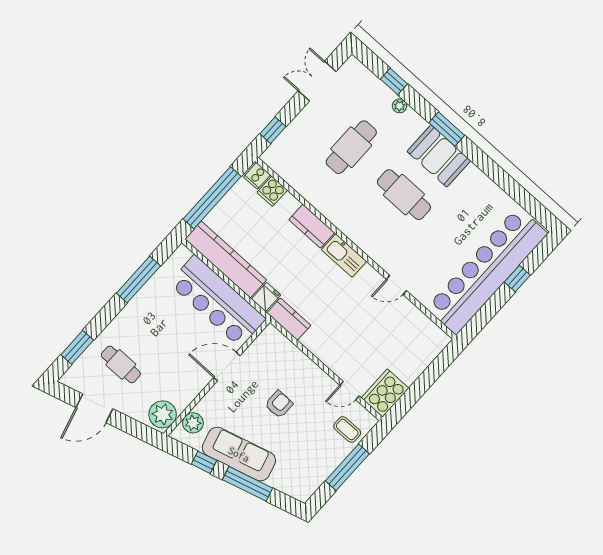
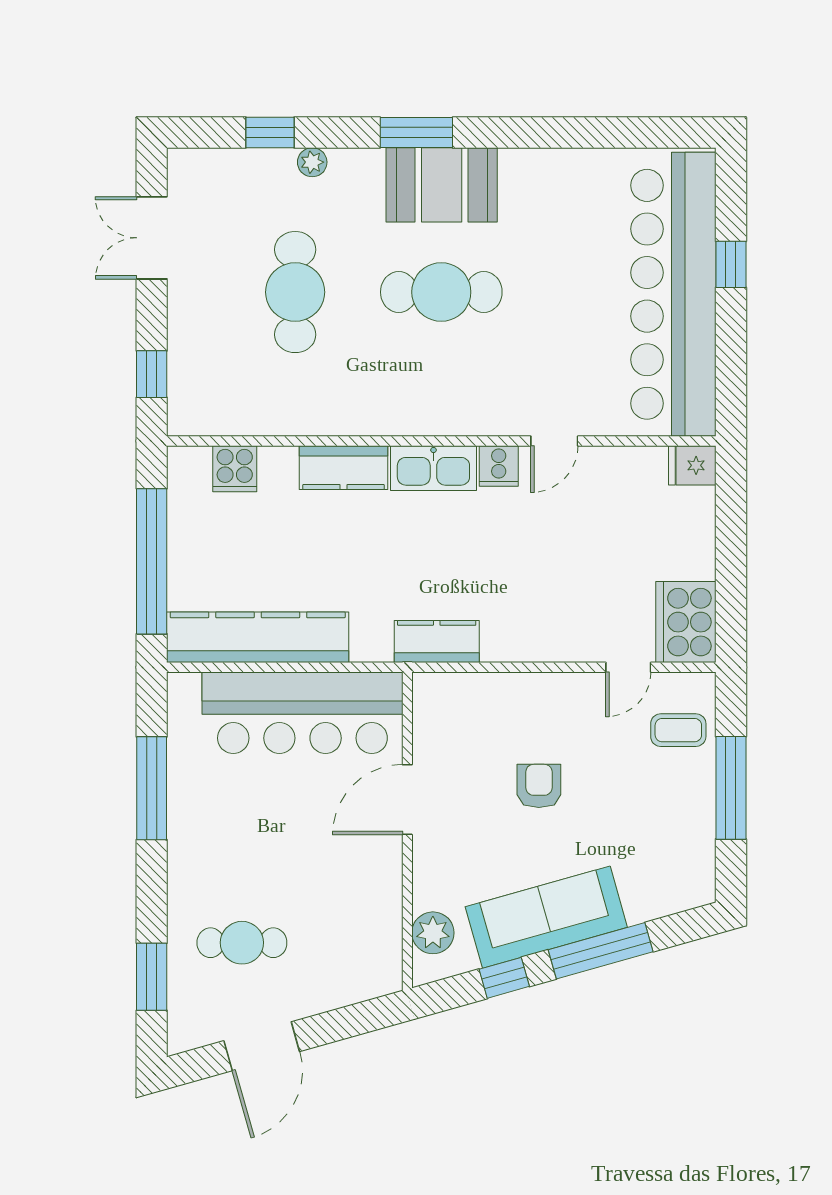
cooker: (257, 176) -> (499, 466), moved
fridge: (266, 297) -> (692, 465), moved, turned -90
plant: (163, 414) -> (375, 962), removed

